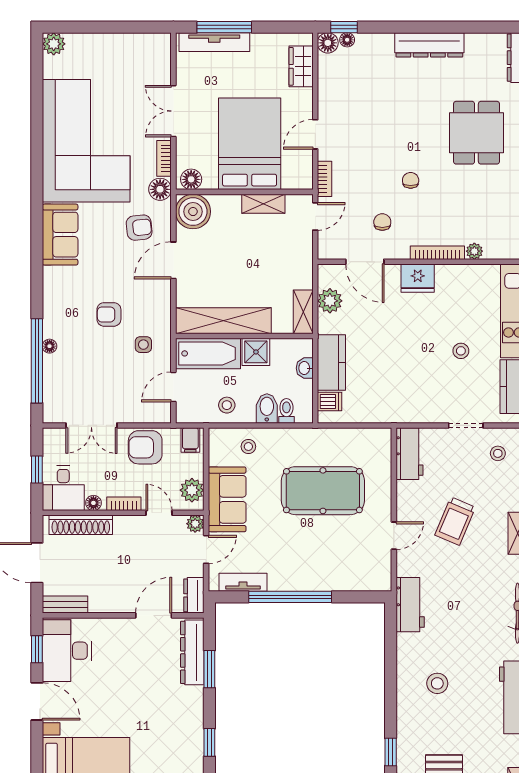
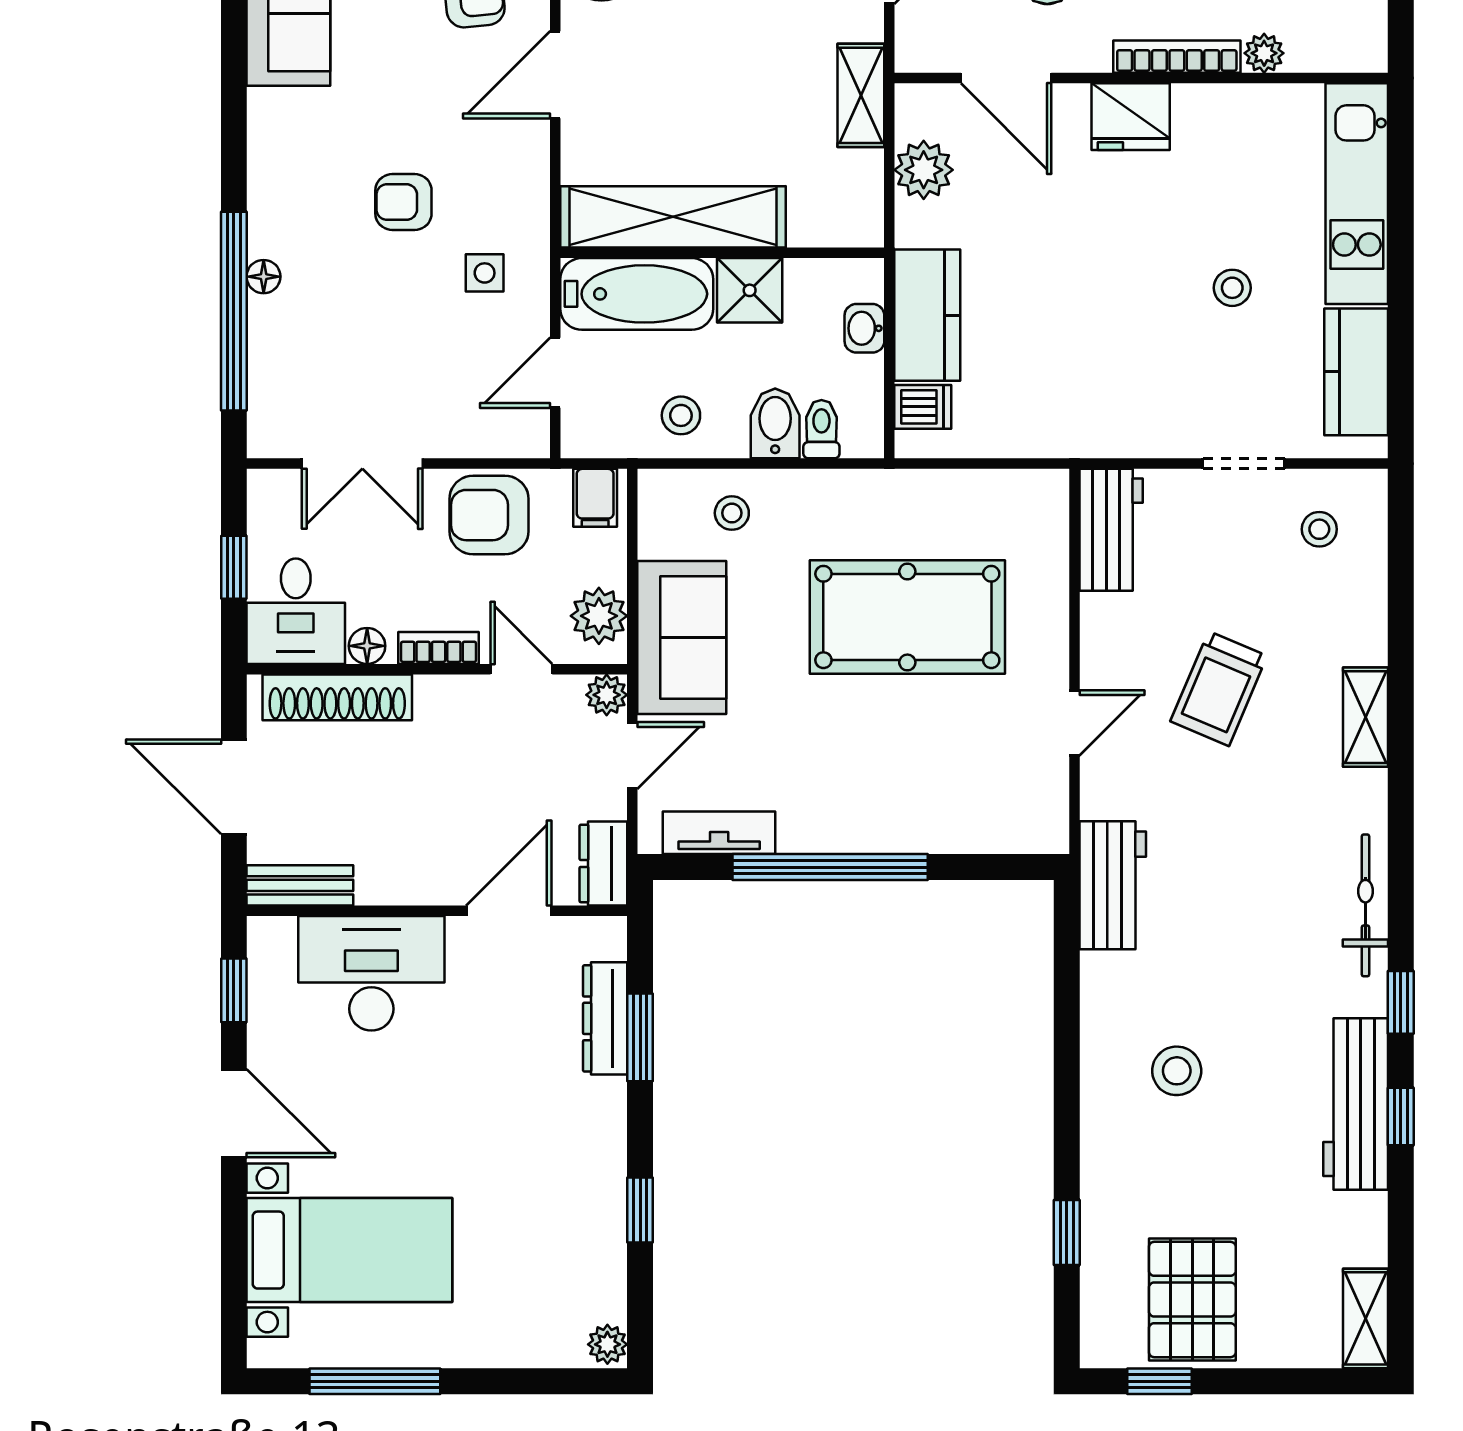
shelving: (303, 312) -> (861, 95), moved
desk: (67, 651) -> (371, 973), moved, turned 90
dresser: (192, 652) -> (605, 1018), width x0.73, depth x0.80

